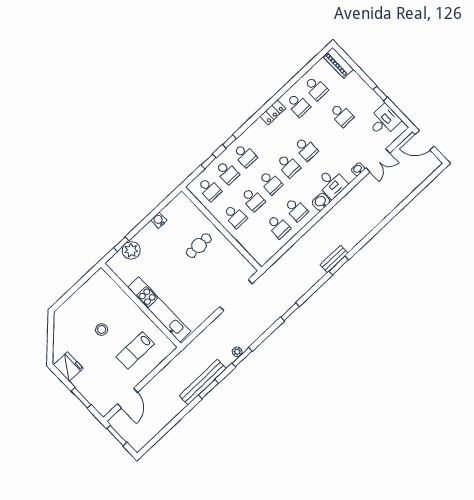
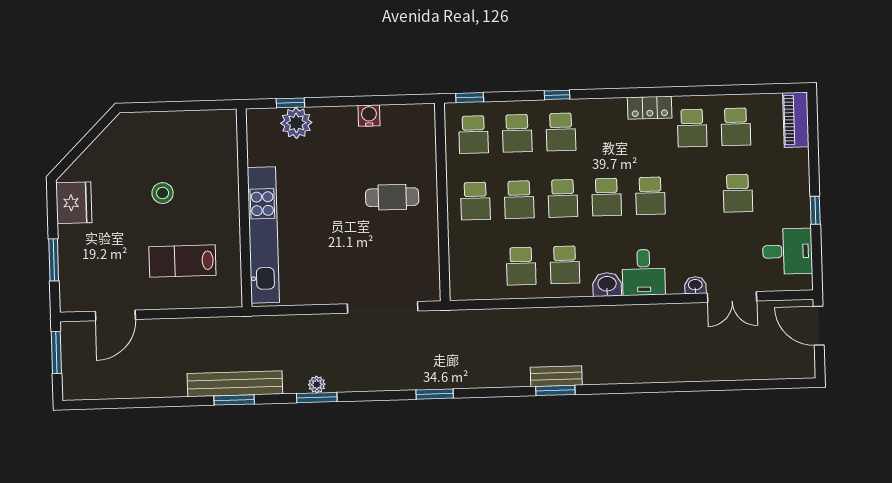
window: (209, 161) -> (470, 98), moved

